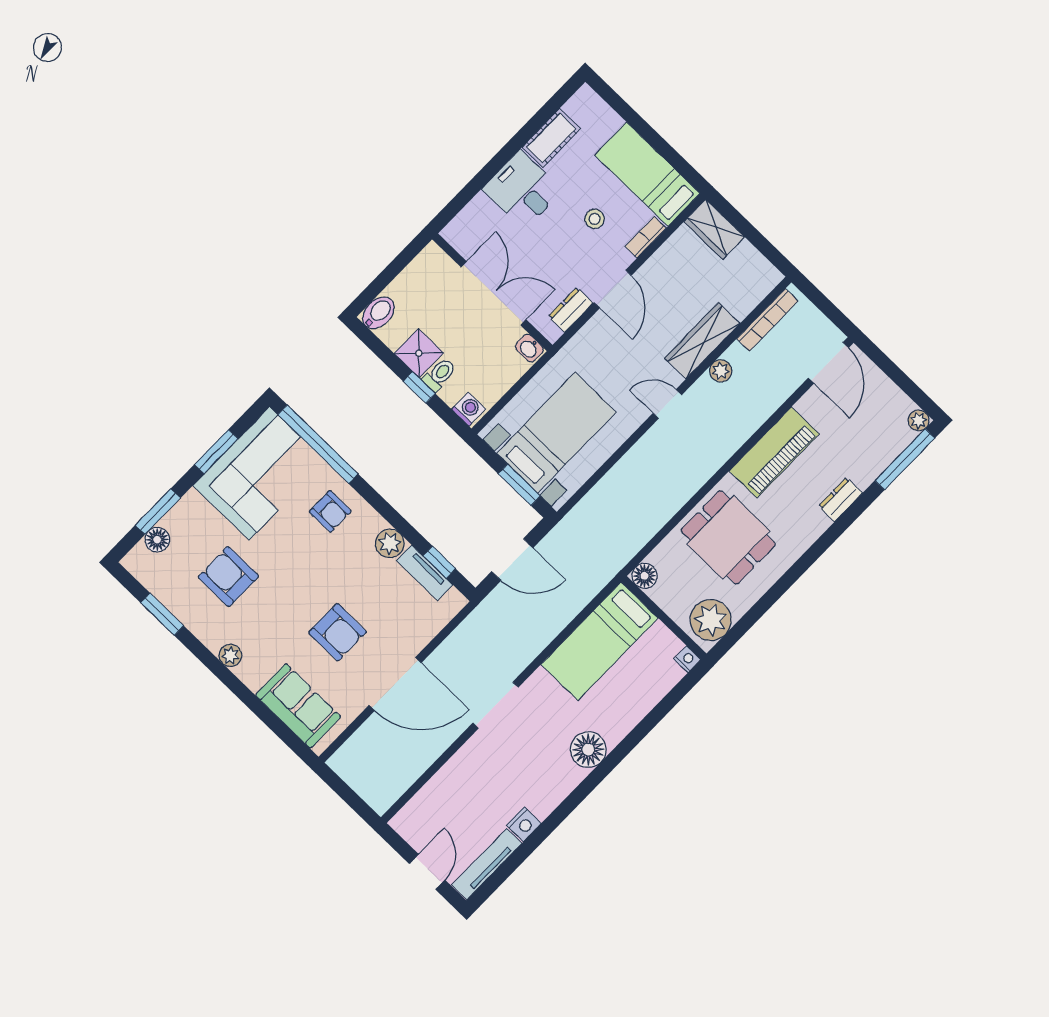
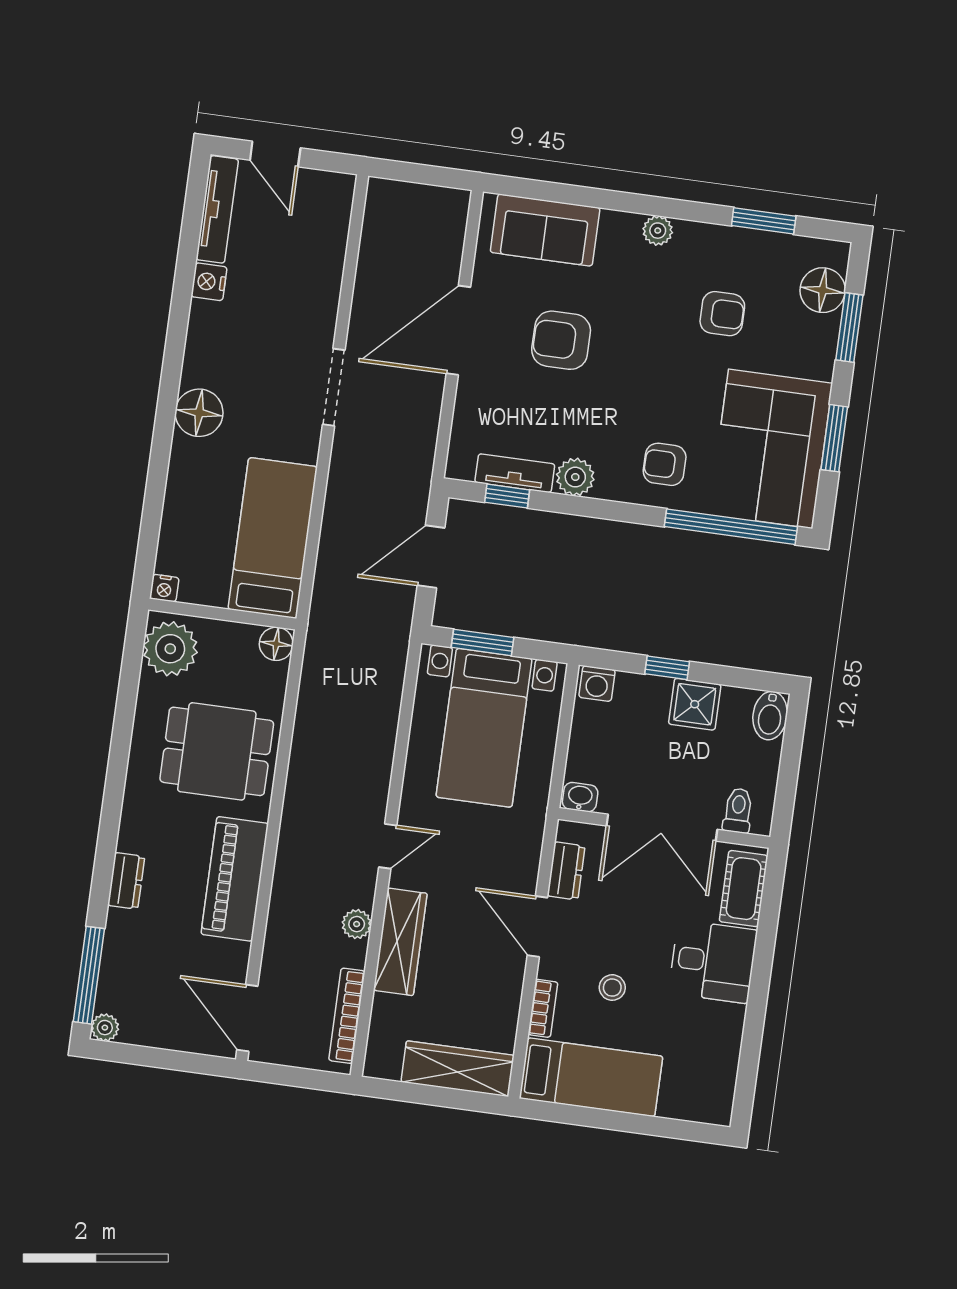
cot: (551, 138) -> (744, 889), moved
wardrobe: (714, 229) -> (458, 1069), width x1.50
toilet: (439, 375) -> (738, 810), moved, turned 180
floor lamp: (157, 540) -> (823, 290), width x1.38, depth x1.38
armchair: (228, 577) -> (722, 314), width x0.72, depth x0.72

